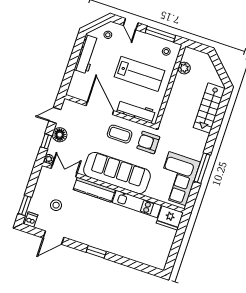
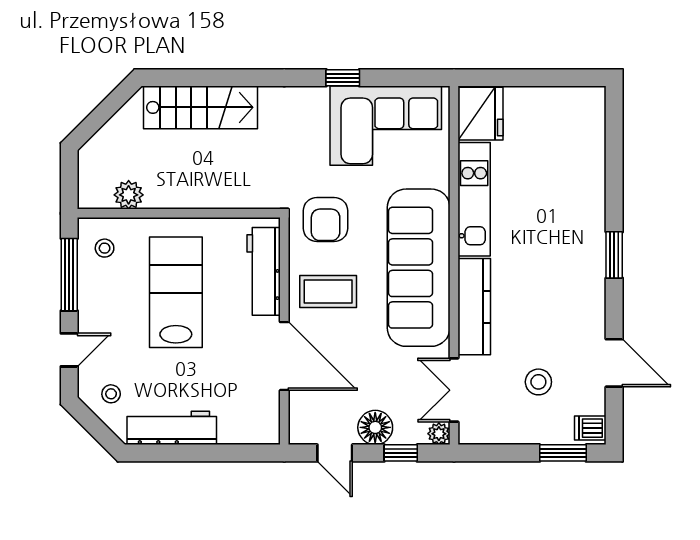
door: (100, 108) -> (284, 356), swing flipped
coffee table: (120, 134) -> (328, 291), turned 90
window: (202, 168) -> (343, 78), width x0.46

